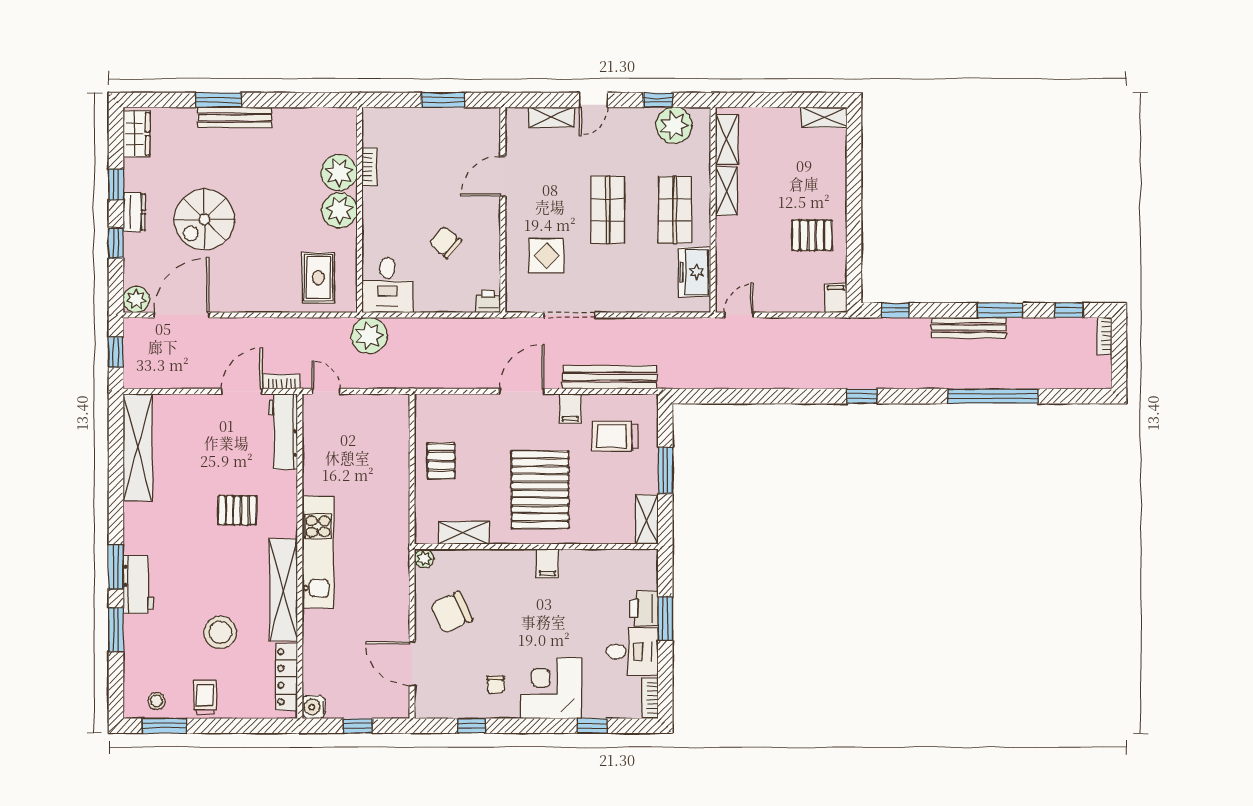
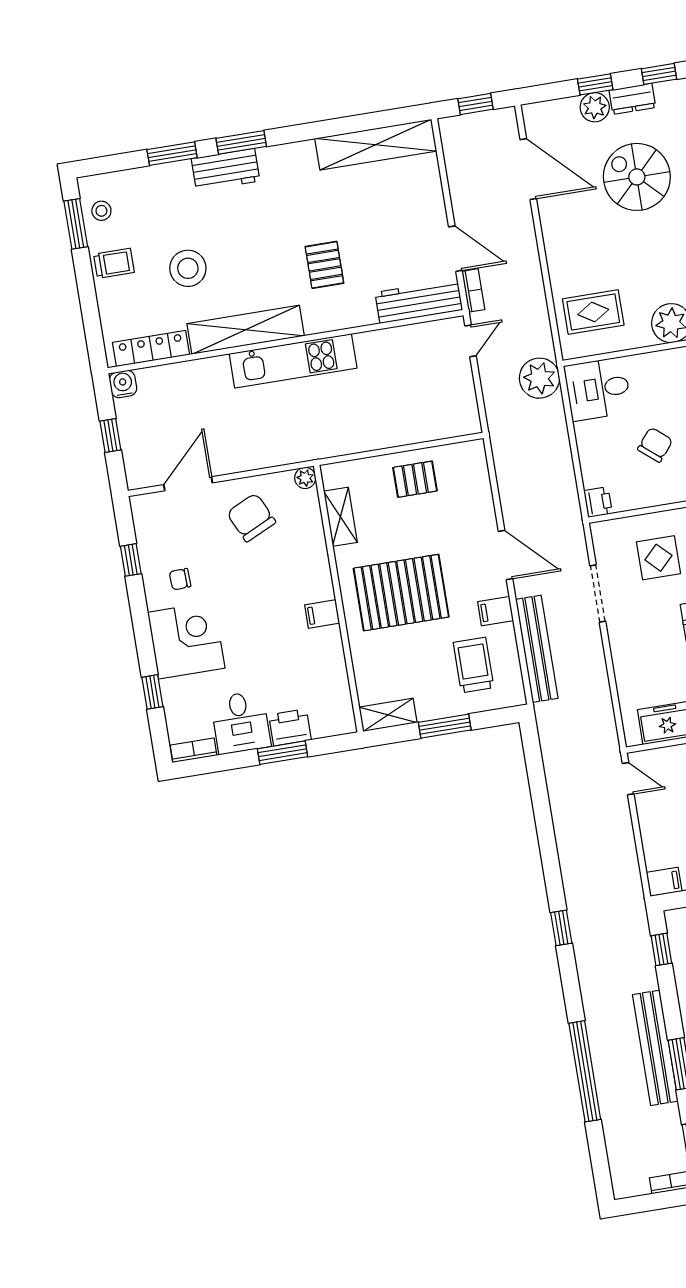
plant: (136, 299) -> (595, 107), moved
bench: (969, 328) -> (655, 1048), width x1.37, depth x1.21

